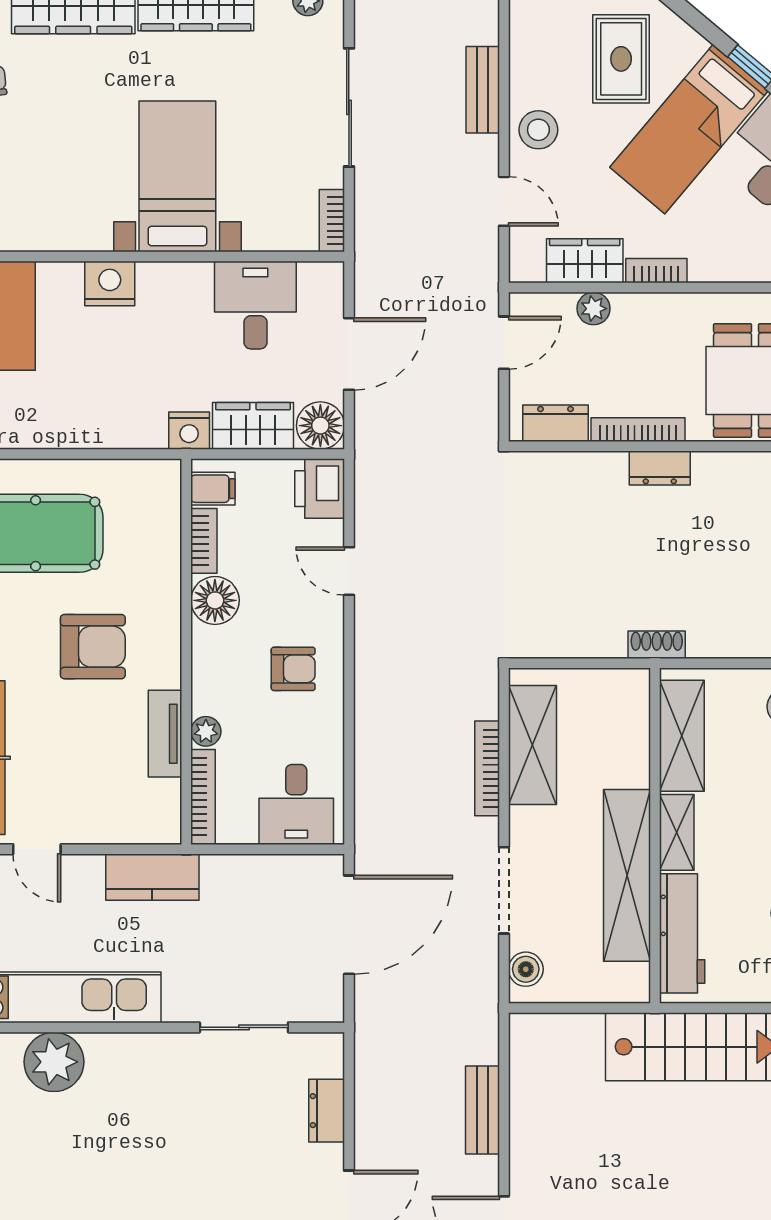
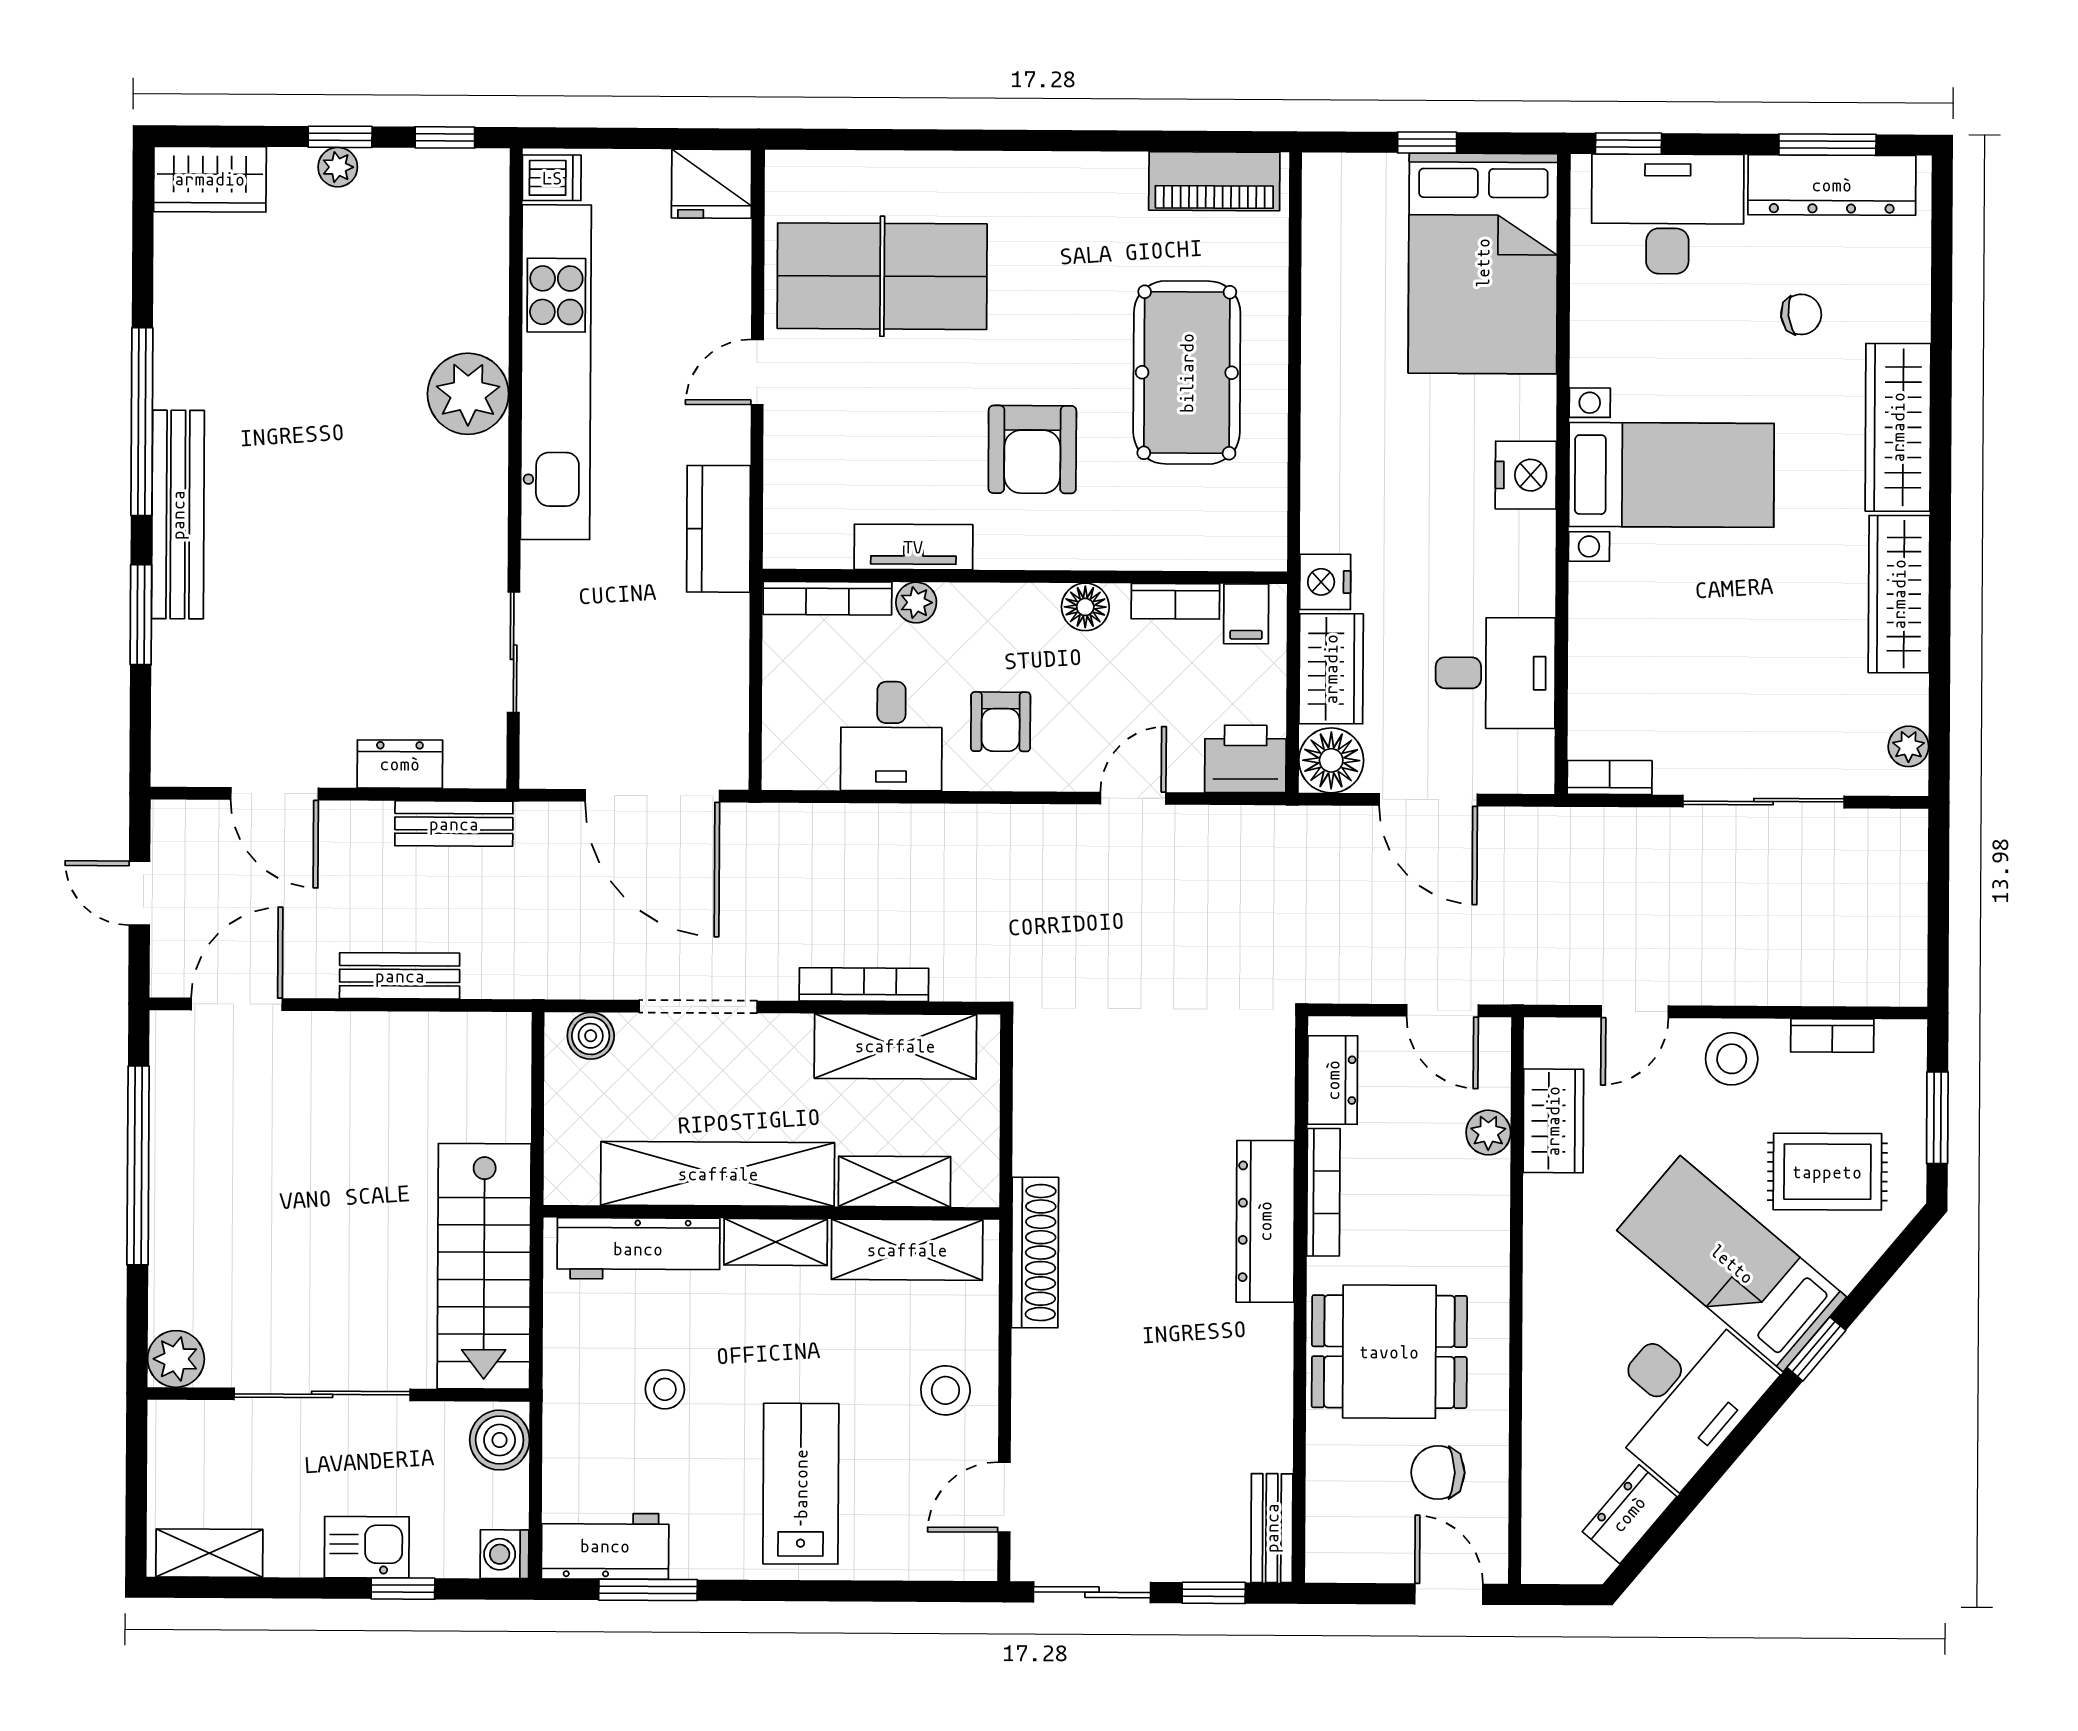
bench: (483, 90) -> (454, 824), moved
bed with nightstands: (177, 176) -> (1671, 475), moved
bookcase: (656, 271) -> (1832, 1036), moved, turned 90
dresser: (660, 468) -> (1265, 1221), width x1.96, depth x1.24
floor lamp: (215, 600) -> (1085, 607), width x0.73, depth x0.73
shoe rack: (657, 645) -> (1035, 1253), width x1.94, depth x1.24
shelving: (632, 745) -> (895, 1182), added
desk: (296, 804) -> (891, 736), moved, turned -90

